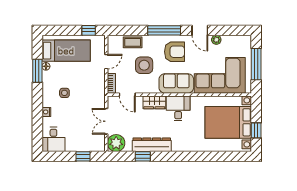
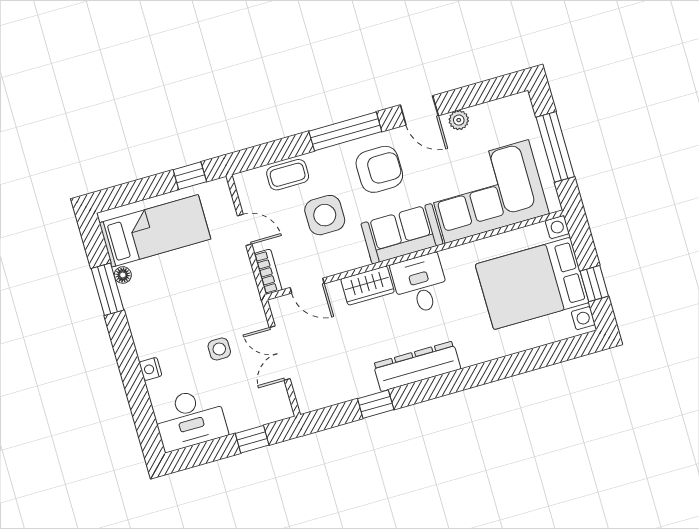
door: (106, 62) -> (245, 230), hinge flipped
side table: (64, 93) -> (219, 349), moved
desk: (53, 139) -> (190, 419), width x1.37
plant: (116, 143) -> (313, 392), removed
dresser: (152, 145) -> (417, 366), moved

